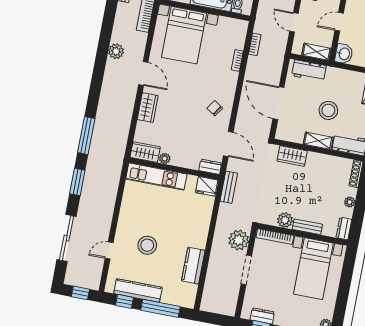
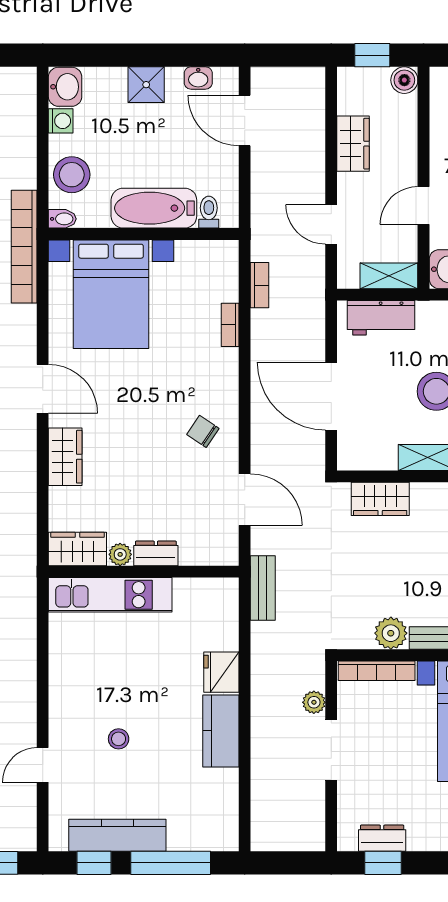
dresser: (210, 167) -> (156, 553), moved
fridge: (207, 186) -> (221, 672), moved, turned 90
plant: (239, 240) -> (314, 702), width x0.53, depth x0.53
stool: (147, 245) -> (119, 739), width x0.53, depth x0.53
kitchen counter: (193, 266) -> (221, 731), moved

